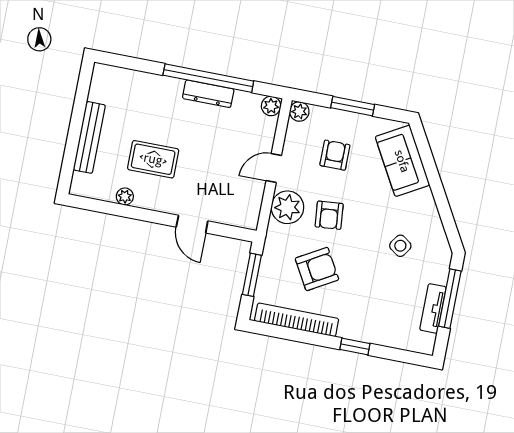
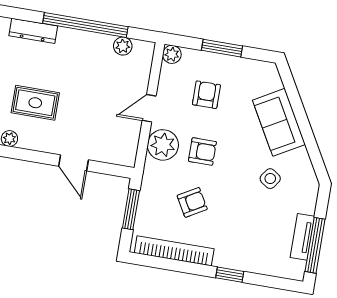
dresser: (208, 94) -> (33, 31), moved
plant: (271, 106) -> (123, 46), moved
sofa: (402, 161) -> (279, 122), moved
armchair: (329, 215) -> (202, 151), turned -85
armchair: (317, 269) -> (192, 202), width x0.72, depth x0.72
window: (450, 299) -> (315, 245), moved

